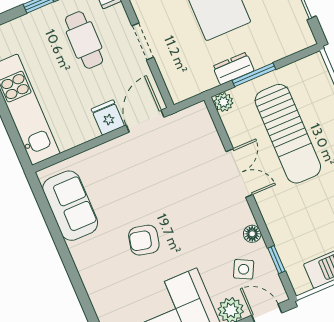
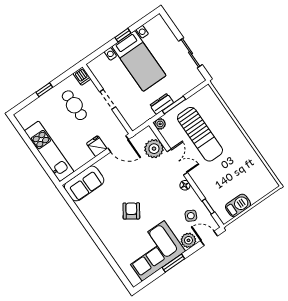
door: (145, 121) -> (118, 144), swing flipped
plant: (204, 142) -> (154, 149), added
sofa: (70, 206) -> (84, 183), moved, turned 90
floor lamp: (252, 234) -> (185, 185), moved
armchair: (144, 240) -> (131, 211), turned 111

